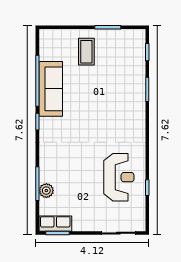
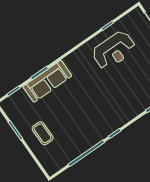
coffee table: (86, 52) -> (43, 133), turned 90
sofa: (51, 89) -> (47, 81), moved, turned 180
reception desk: (119, 177) -> (114, 50), turned 180

